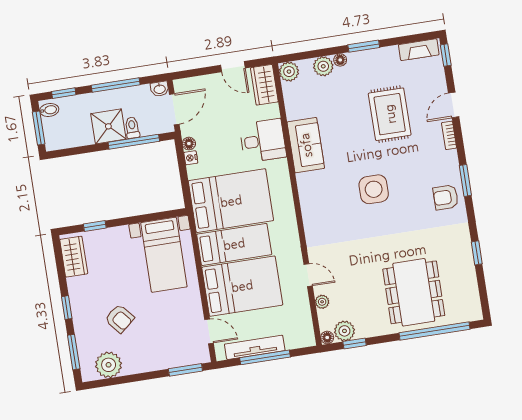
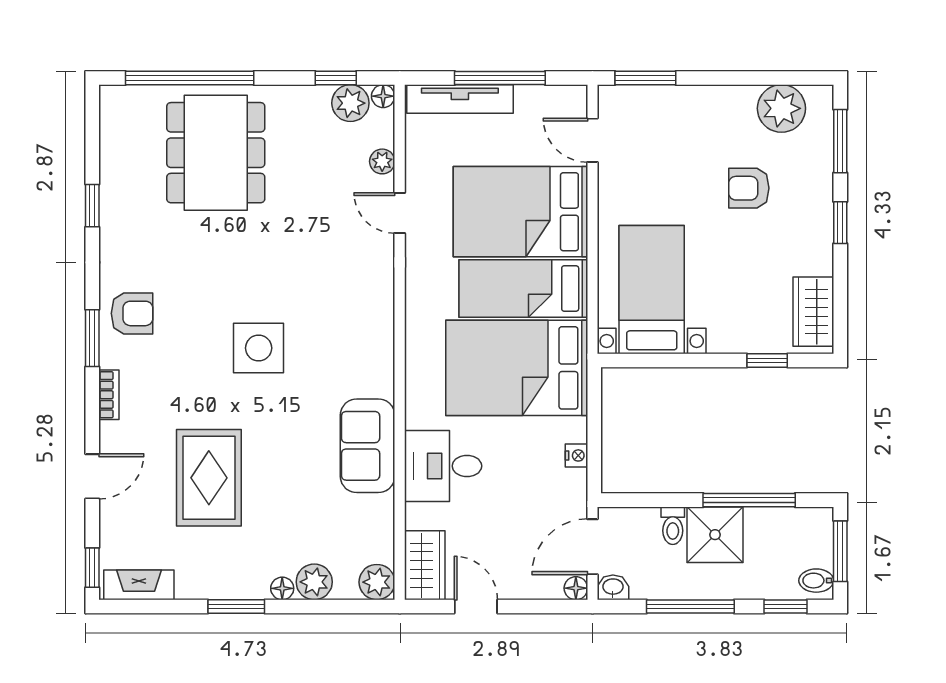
bookcase: (449, 135) -> (109, 395), moved
window: (134, 142) -> (749, 500), moved
floor lamp: (189, 144) -> (576, 588), moved
armchair: (120, 319) -> (749, 188), turned -50
tv unit: (255, 347) -> (460, 99), moved

